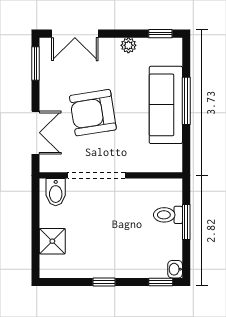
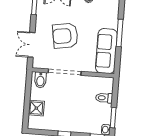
sofa: (166, 105) -> (106, 51), moved
double door: (36, 133) -> (31, 45), swing flipped
window: (186, 222) -> (113, 118), moved

